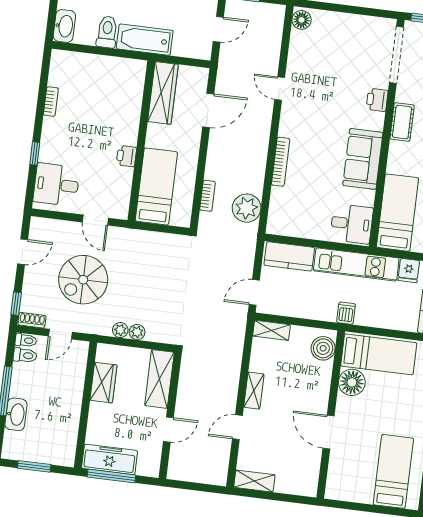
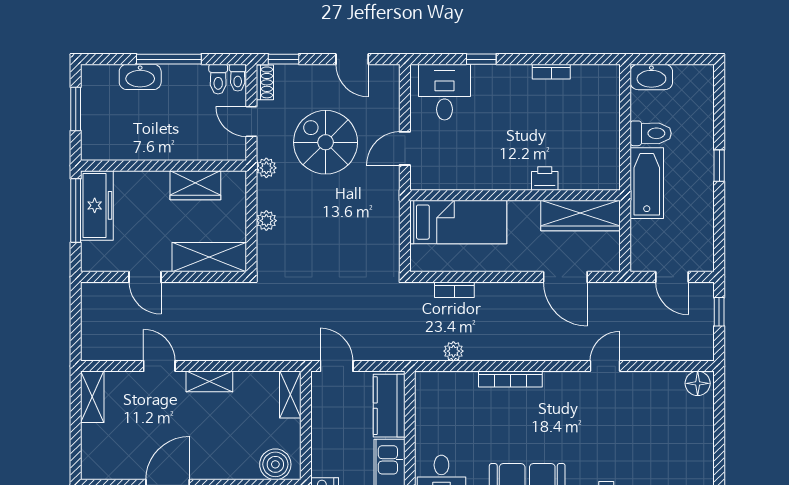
printer: (126, 156) -> (545, 178), moved
plant: (247, 208) -> (453, 351), width x0.53, depth x0.53
plant: (120, 330) -> (266, 168), moved

